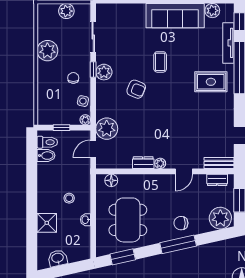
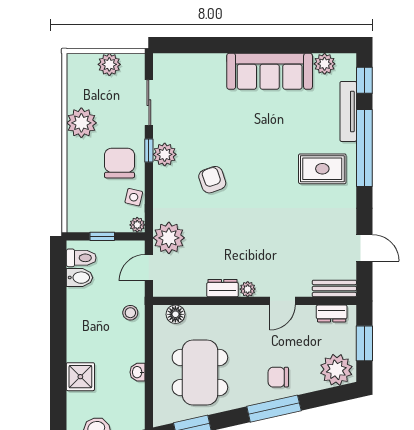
coffee table: (160, 62) -> (248, 140), removed
chair: (73, 78) -> (120, 163), width x1.87, depth x1.87
armchair: (136, 89) -> (212, 180), turned -132
stool: (69, 198) -> (130, 313), moved

